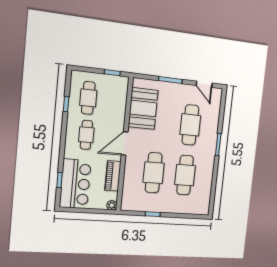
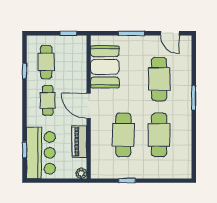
door: (125, 143) -> (89, 106), hinge flipped

